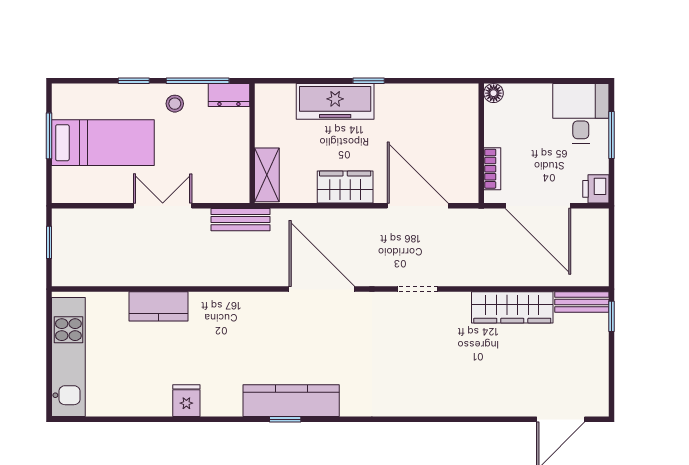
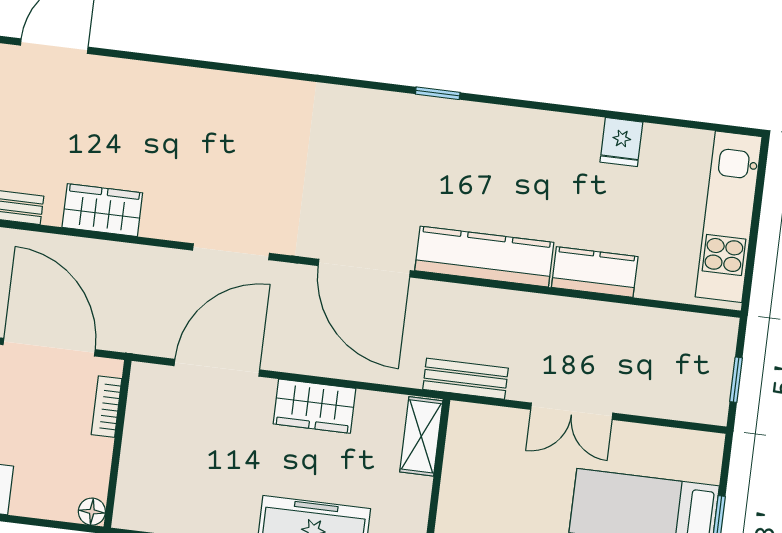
door: (418, 206) -> (217, 368), swing flipped
doorway: (418, 289) -> (231, 252), width x1.38
wardrobe: (512, 307) -> (102, 210), width x0.67
fridge: (186, 401) -> (621, 142), moved
kitchen counter: (291, 401) -> (484, 257), moved, turned 180

